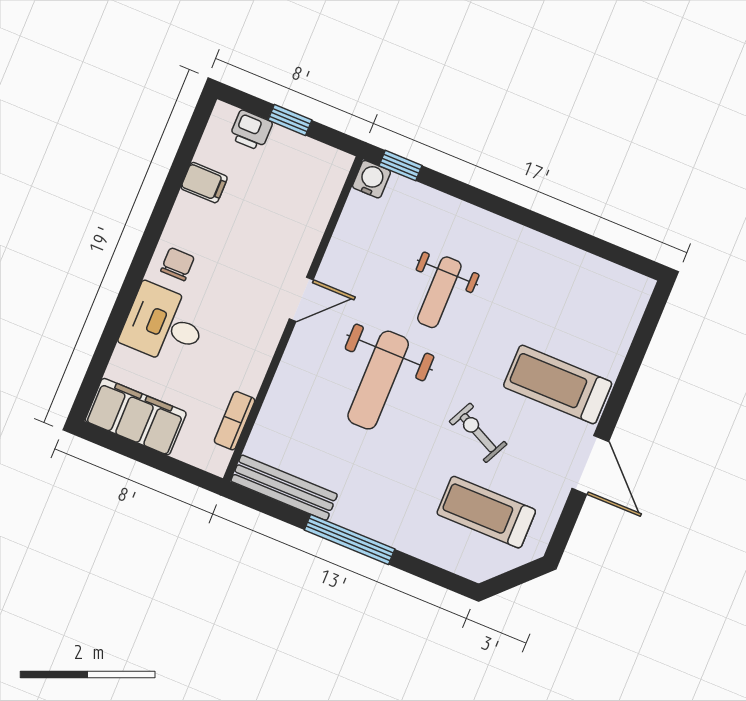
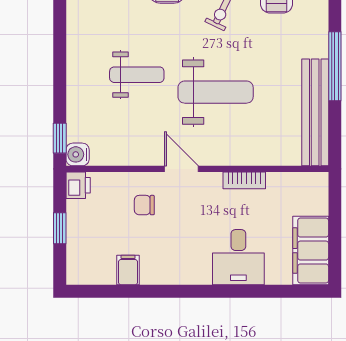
printer: (251, 130) -> (78, 185), moved
chair: (177, 264) -> (144, 205), moved
bookcase: (235, 421) -> (244, 180), moved
bench: (284, 488) -> (315, 112), width x1.37, depth x1.21

